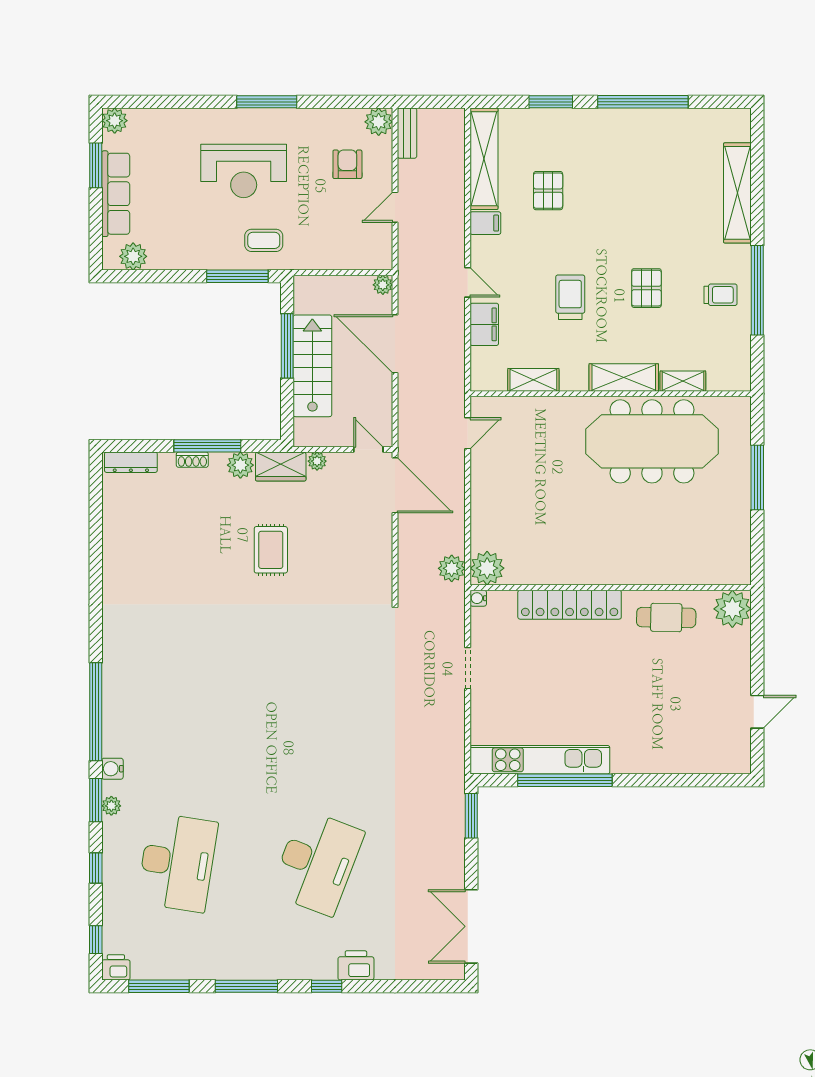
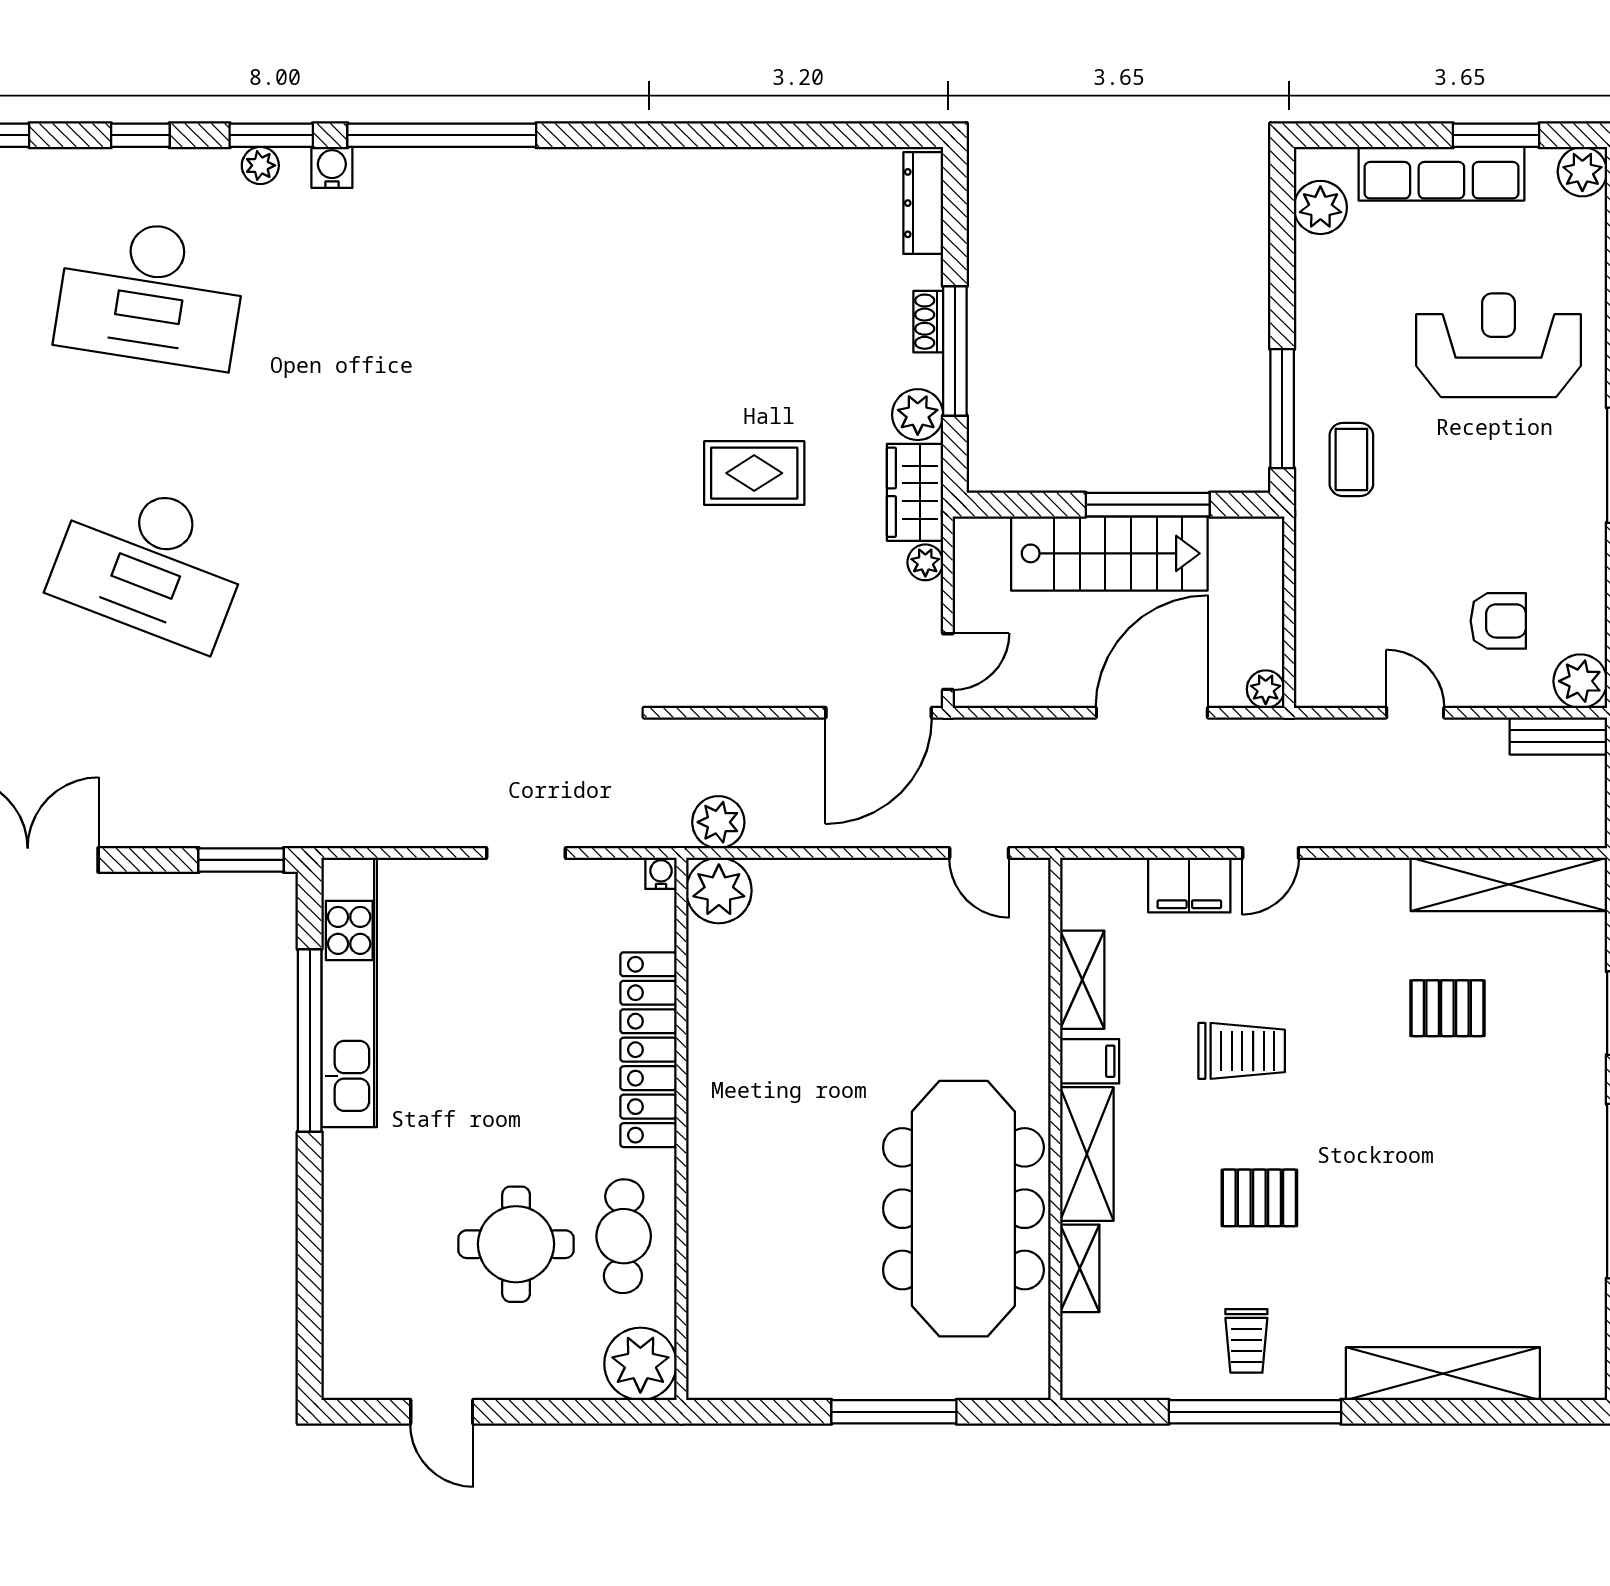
reception desk: (244, 171) -> (1499, 345), moved, turned 90
filing cabinet: (485, 223) -> (1090, 1061), moved, turned -90
round table: (670, 673) -> (516, 1244), added

